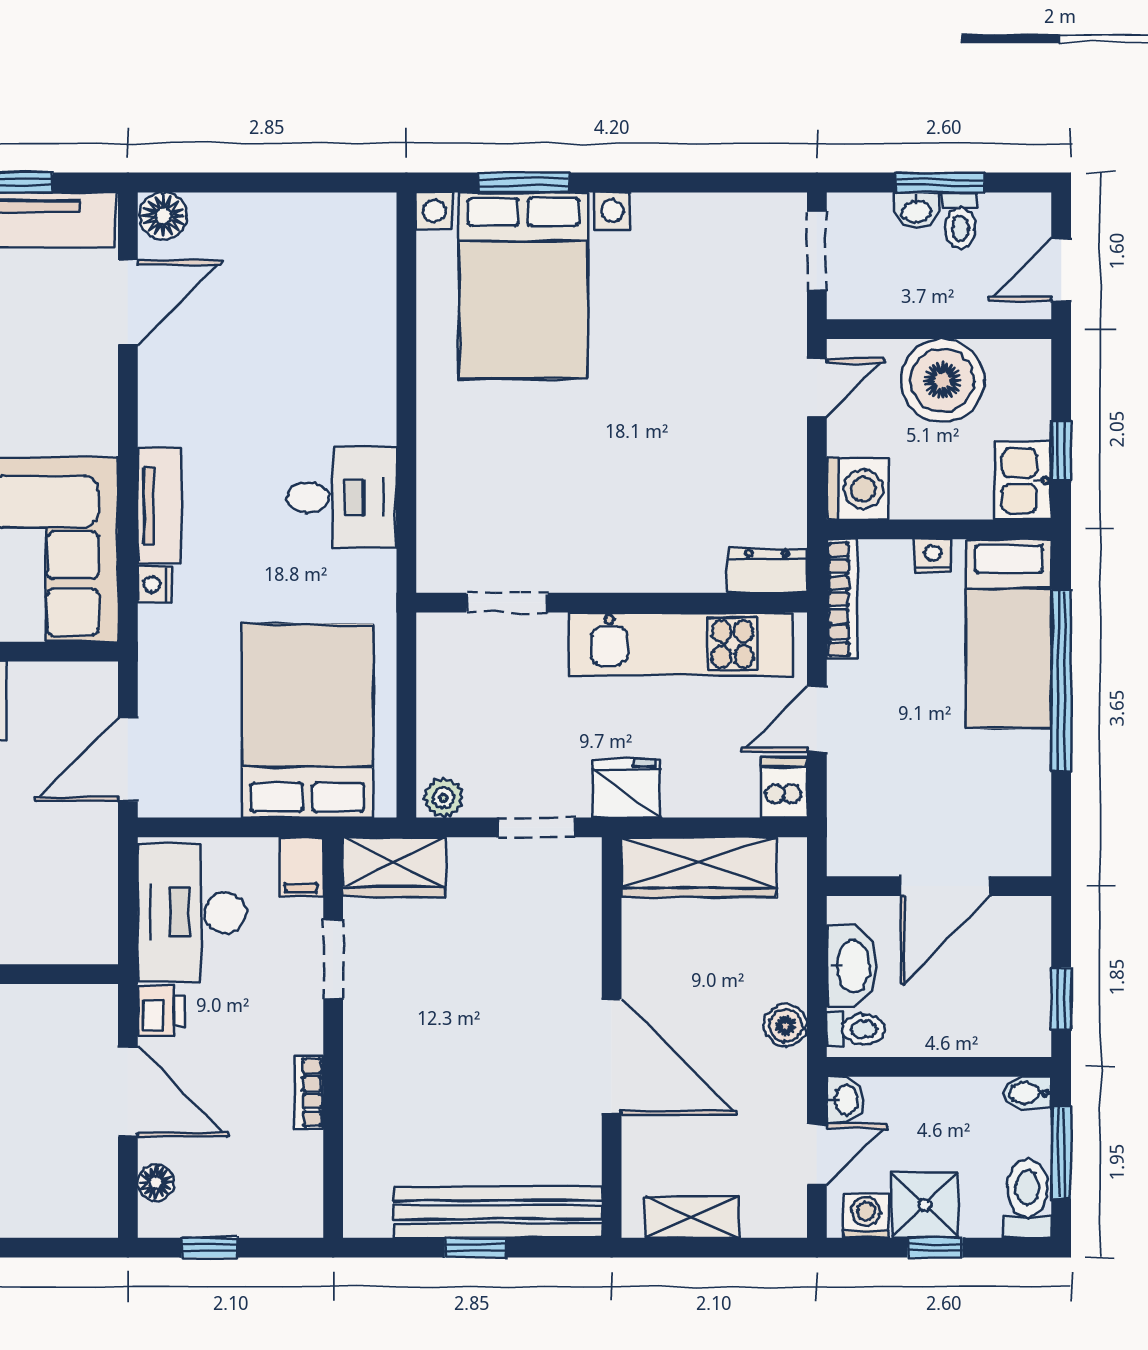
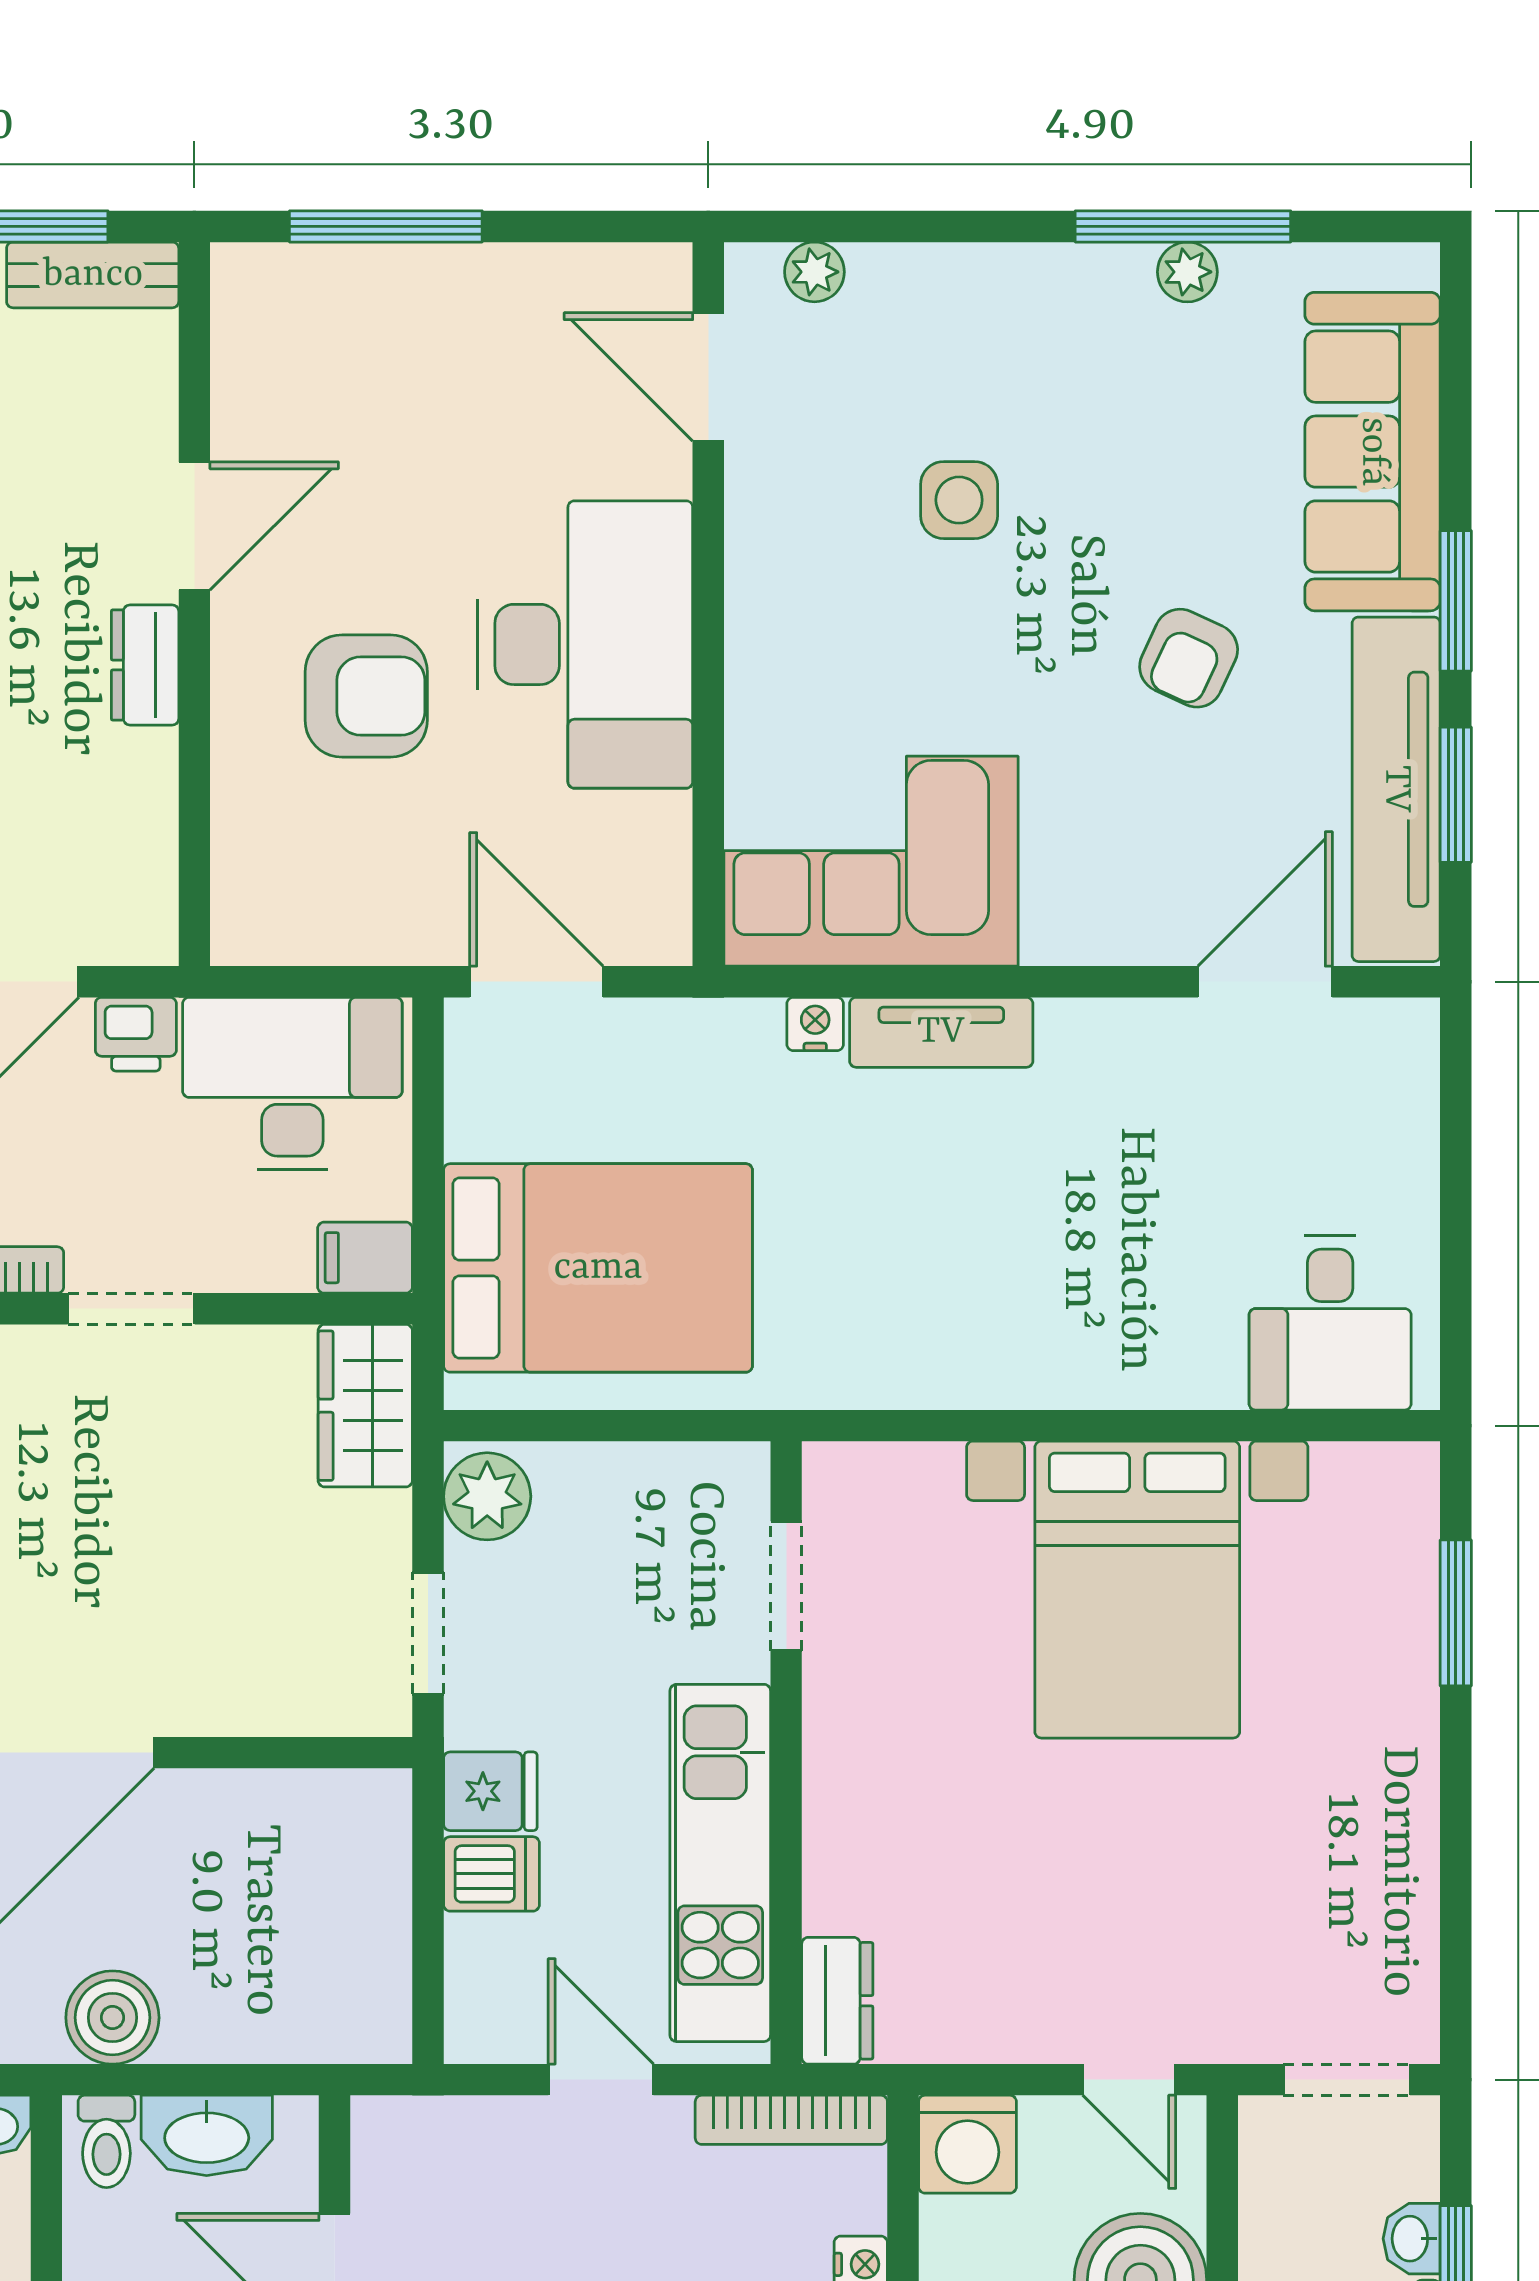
floor lamp: (163, 216) -> (1403, 1038), removed
bed with nightstands: (523, 285) -> (1137, 1590), moved, turned -90
door: (128, 302) -> (1265, 982), swing flipped
desk: (342, 498) -> (1330, 1323), moved
fridge: (626, 788) -> (490, 1791), width x0.72
dishwasher: (784, 788) -> (491, 1874), moved
plant: (443, 798) -> (487, 1496), width x1.38, depth x1.38
wardrobe: (699, 867) -> (365, 1892), removed
doorway: (333, 959) -> (131, 1309), moved
boiler: (786, 1025) -> (112, 2018), width x1.36, depth x1.36

